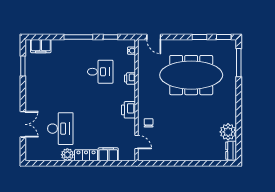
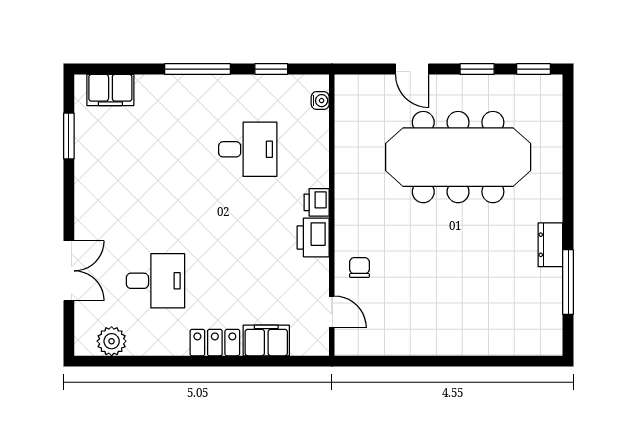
door: (154, 37) -> (412, 69), moved
window: (239, 63) -> (568, 282), moved
printer: (130, 78) -> (317, 202), moved
desk: (60, 129) -> (156, 281), width x0.73
plant: (228, 132) -> (543, 288), removed
dresser: (231, 151) -> (550, 245), moved
plant: (67, 155) -> (112, 341), moved

